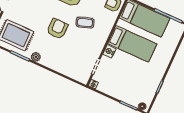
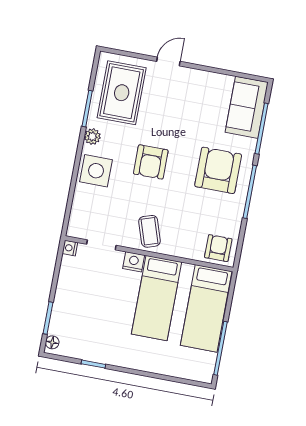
coffee table: (85, 23) -> (150, 231), moved
armchair: (57, 29) -> (151, 162), turned 90
side table: (55, 60) -> (96, 171), added

